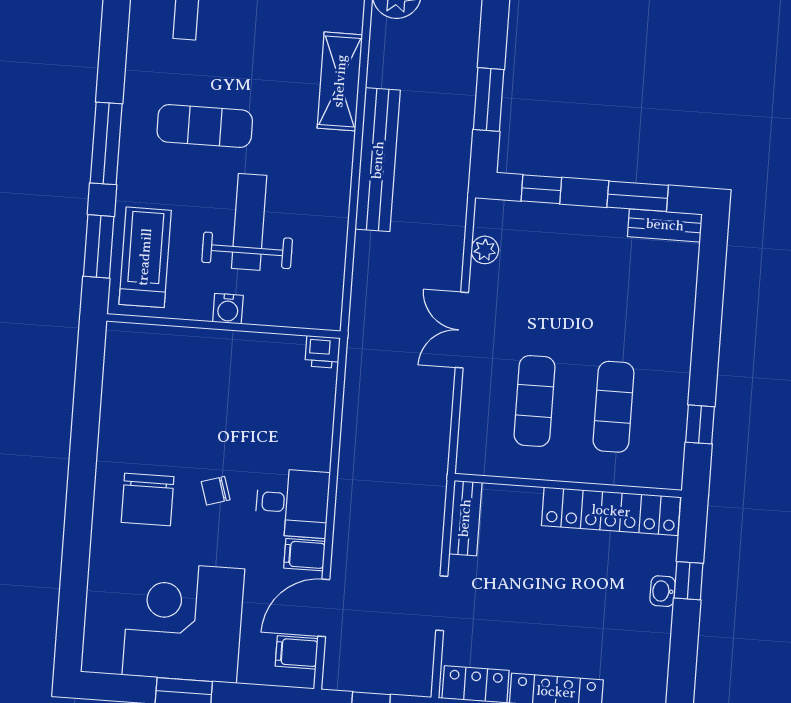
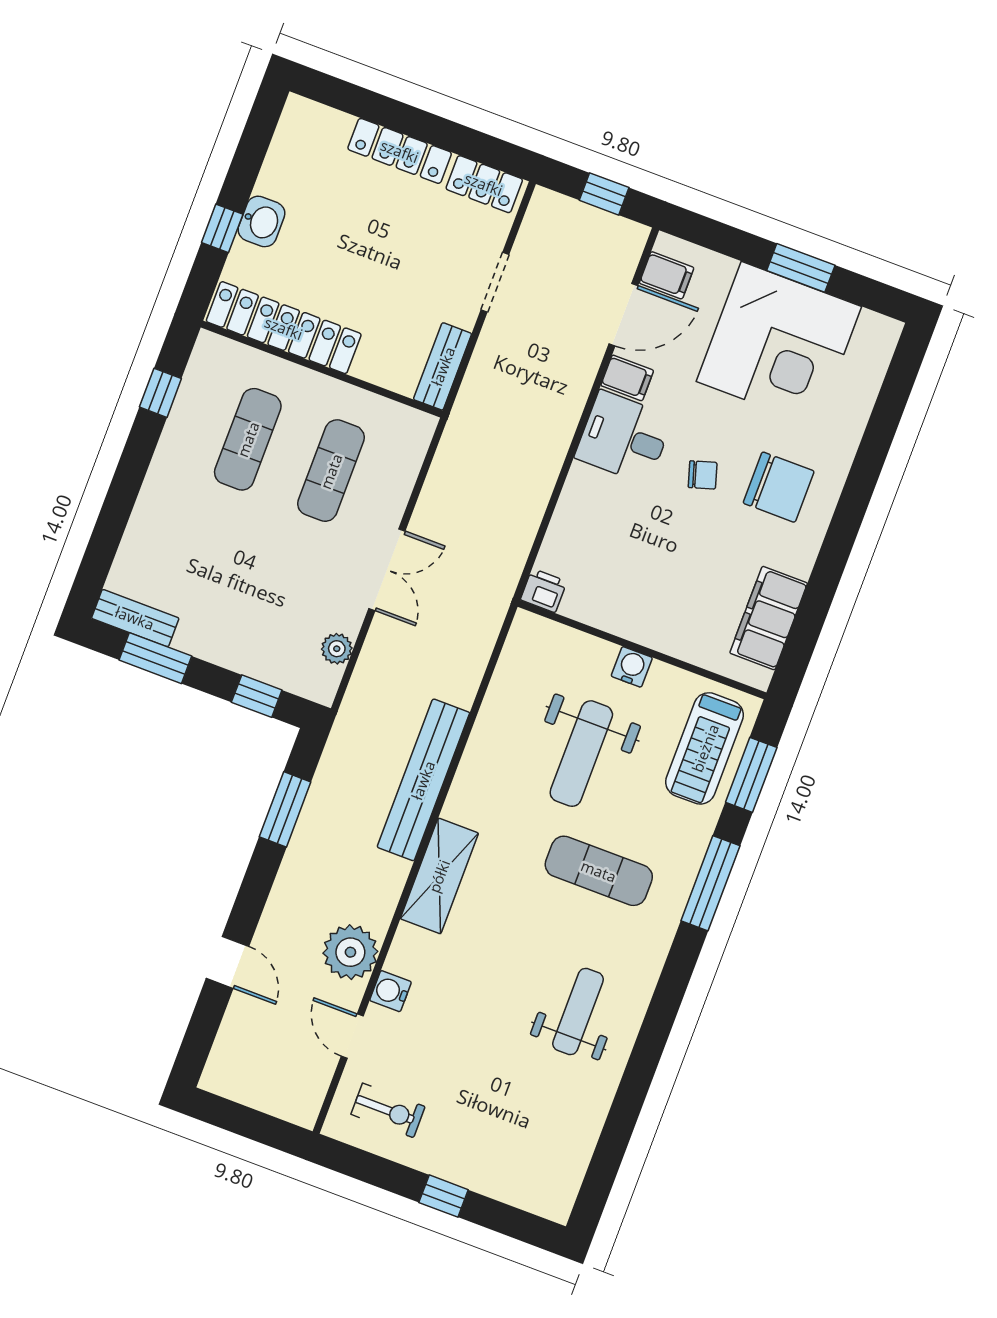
filing cabinet: (123, 385) -> (769, 618), added
chair: (148, 499) -> (779, 487), turned 90
washbasin: (663, 591) -> (261, 221), width x1.38, depth x1.45

